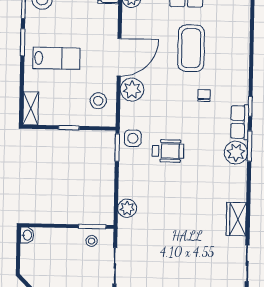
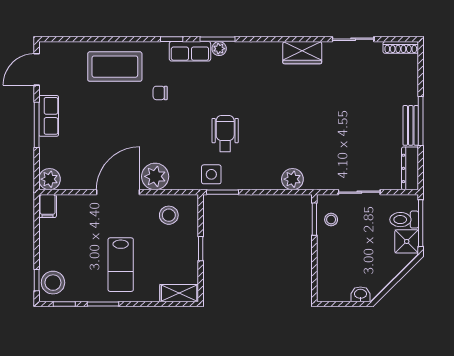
coffee table: (191, 48) -> (115, 67), moved
door: (119, 57) -> (118, 192), hinge flipped
lab bench: (56, 58) -> (121, 265), turned 180
plant: (236, 153) -> (219, 49), width x0.53, depth x0.53
washbasin: (27, 235) -> (360, 294), moved

